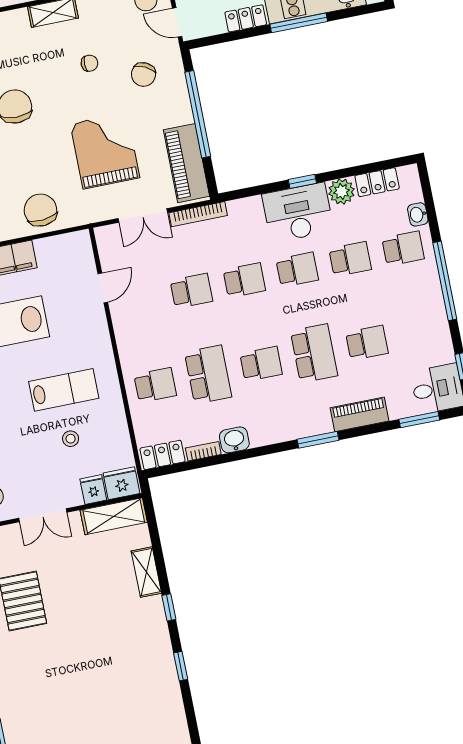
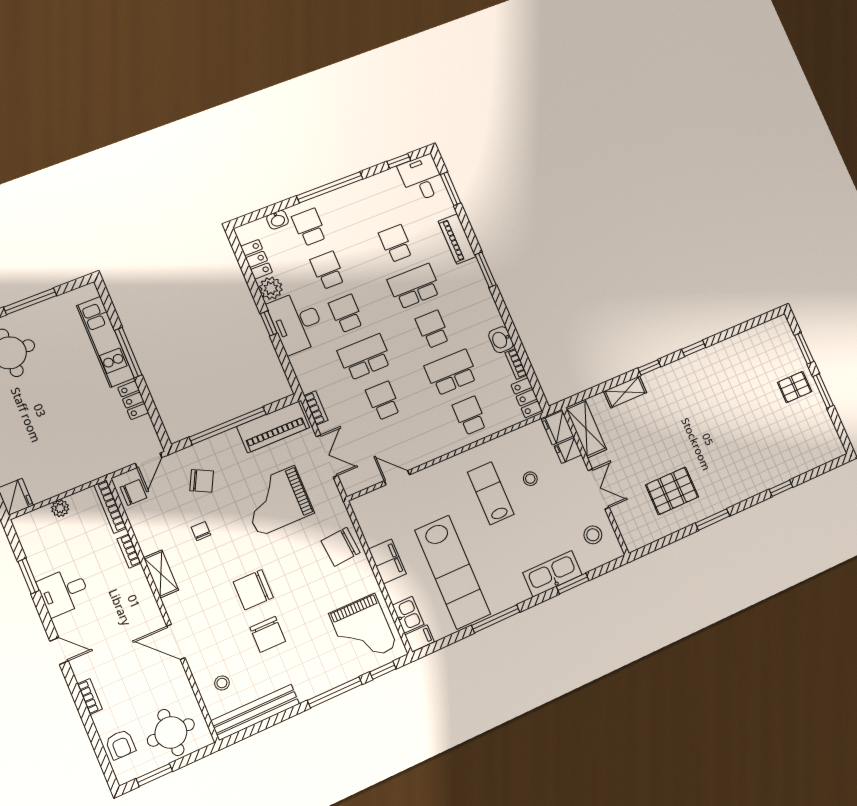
bookcase: (198, 214) -> (316, 408), width x0.64
school desk: (244, 280) -> (365, 357), width x1.85

